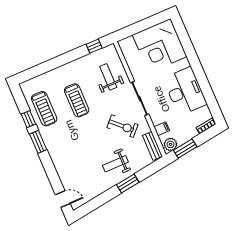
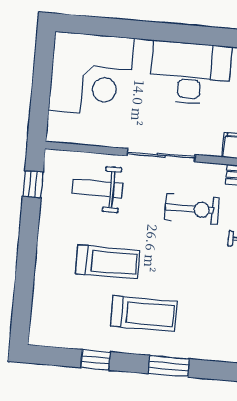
treadmill: (44, 109) -> (144, 314), moved
exercise bike: (122, 126) -> (192, 209), turned 46
window: (38, 142) -> (169, 366), moved

